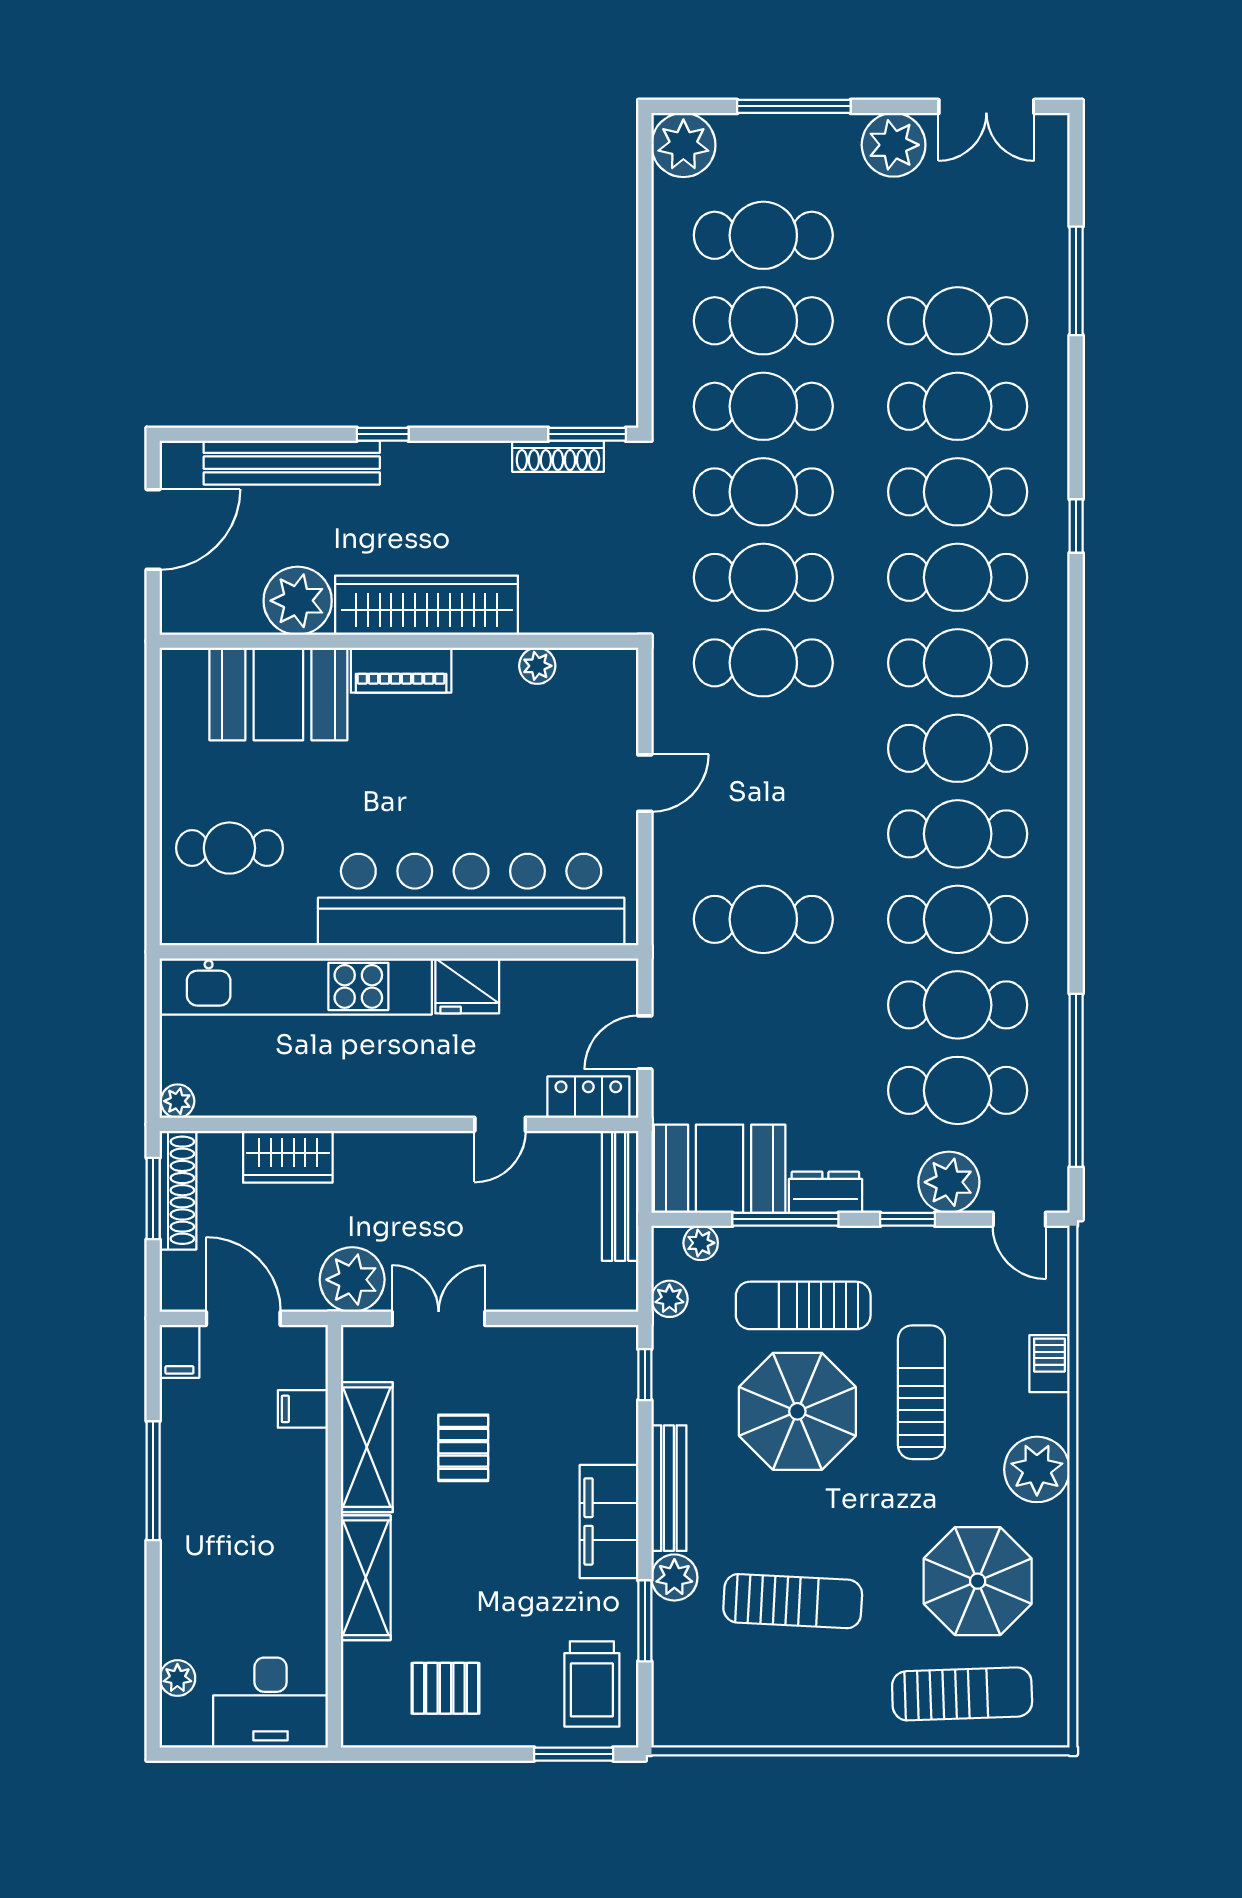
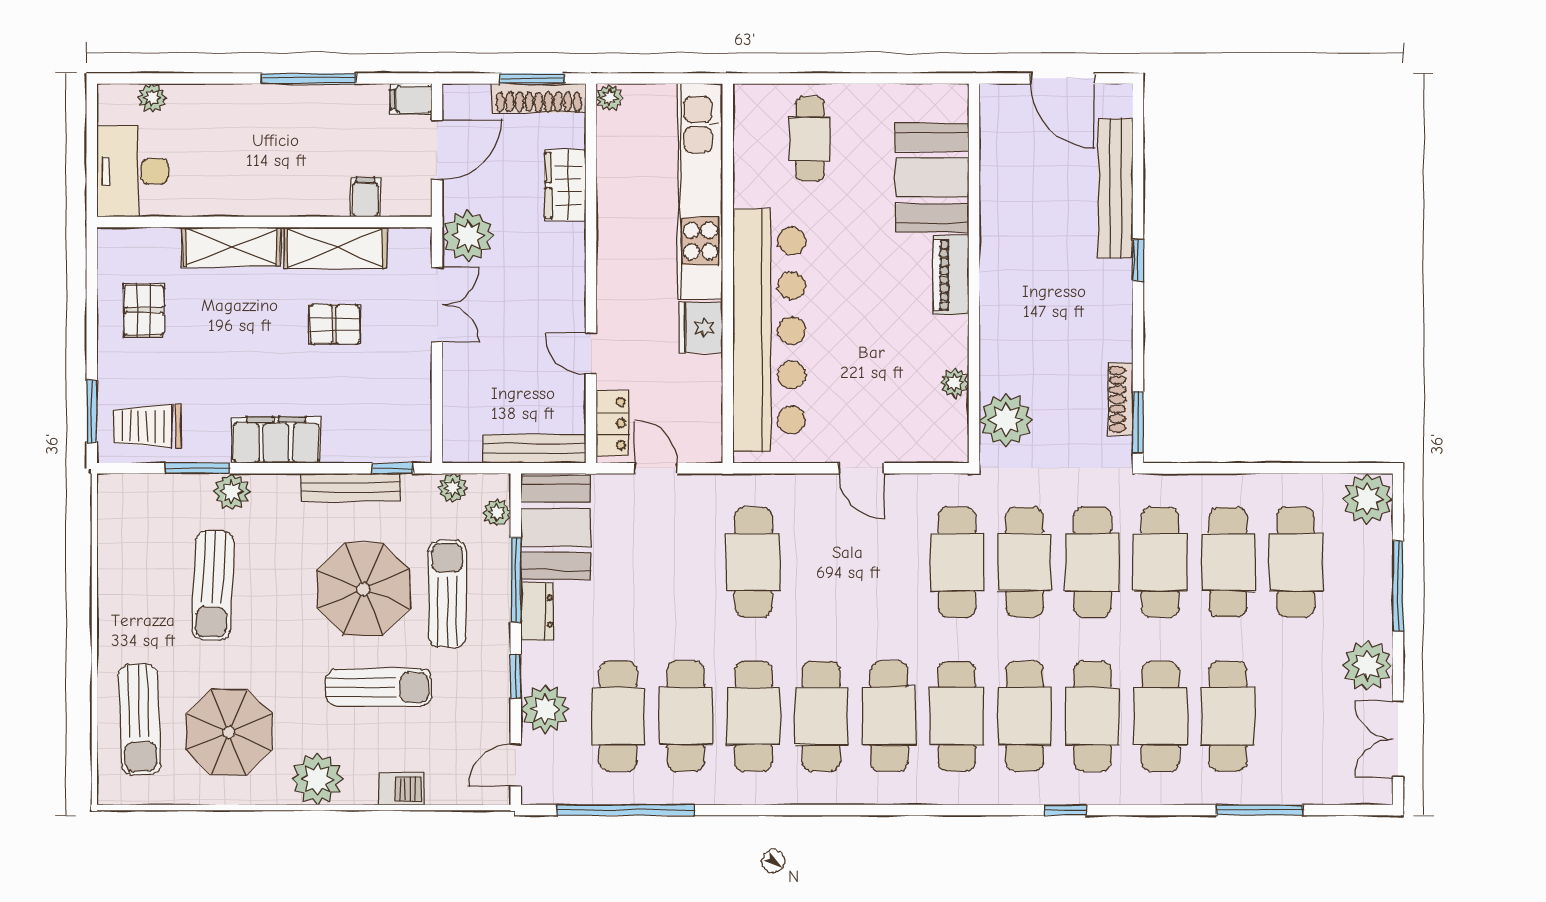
plant: (298, 601) -> (1006, 420), moved
wardrobe: (427, 605) -> (1003, 295), removed
bench: (669, 1488) -> (351, 487), moved

